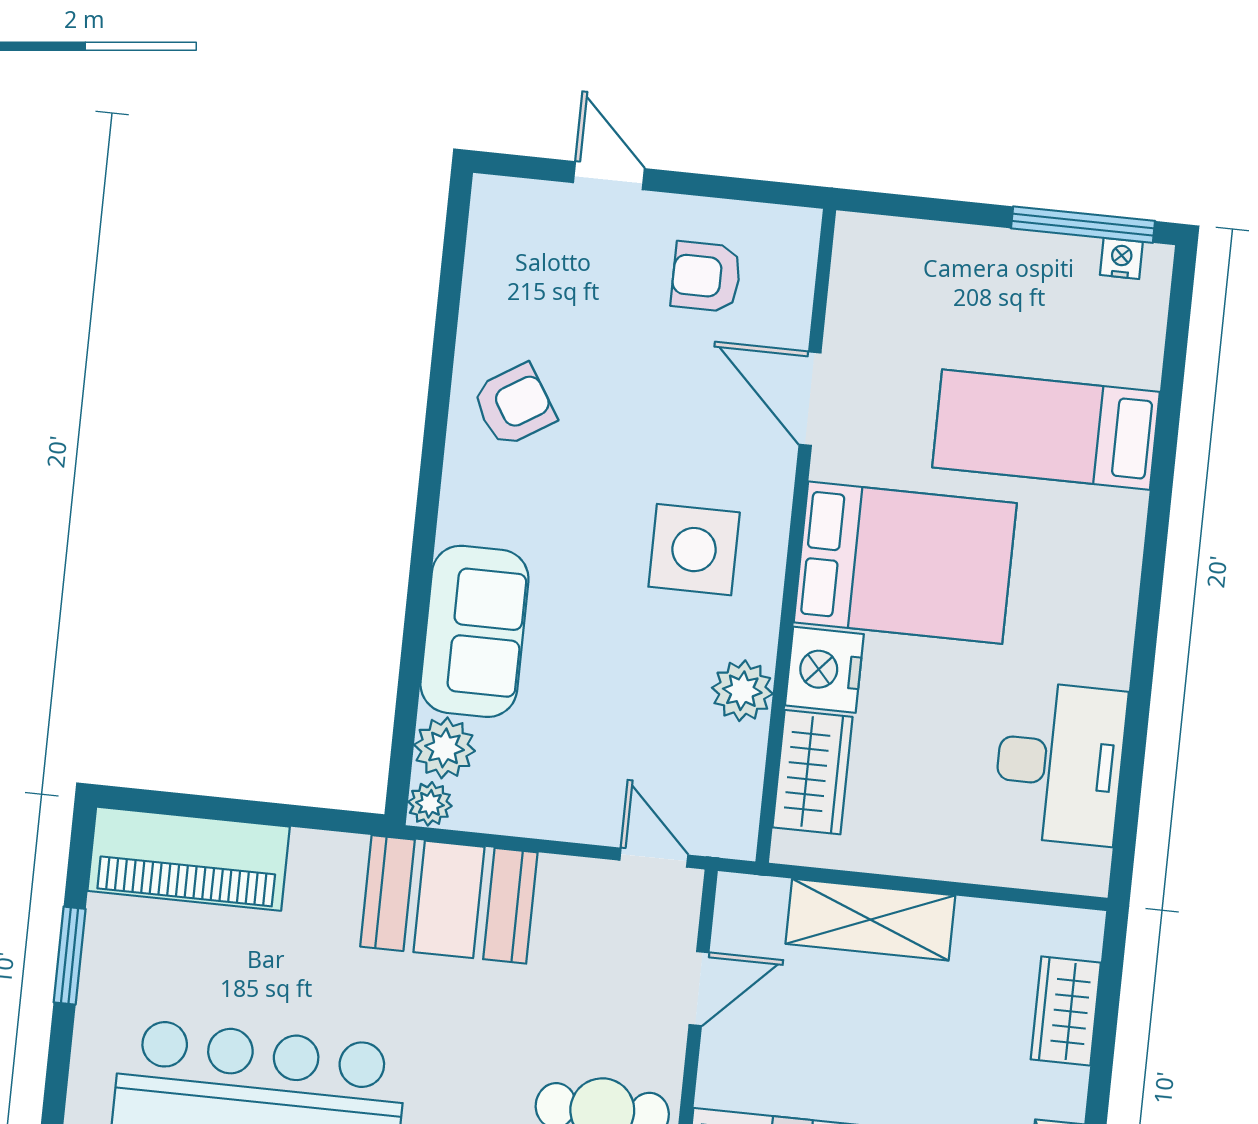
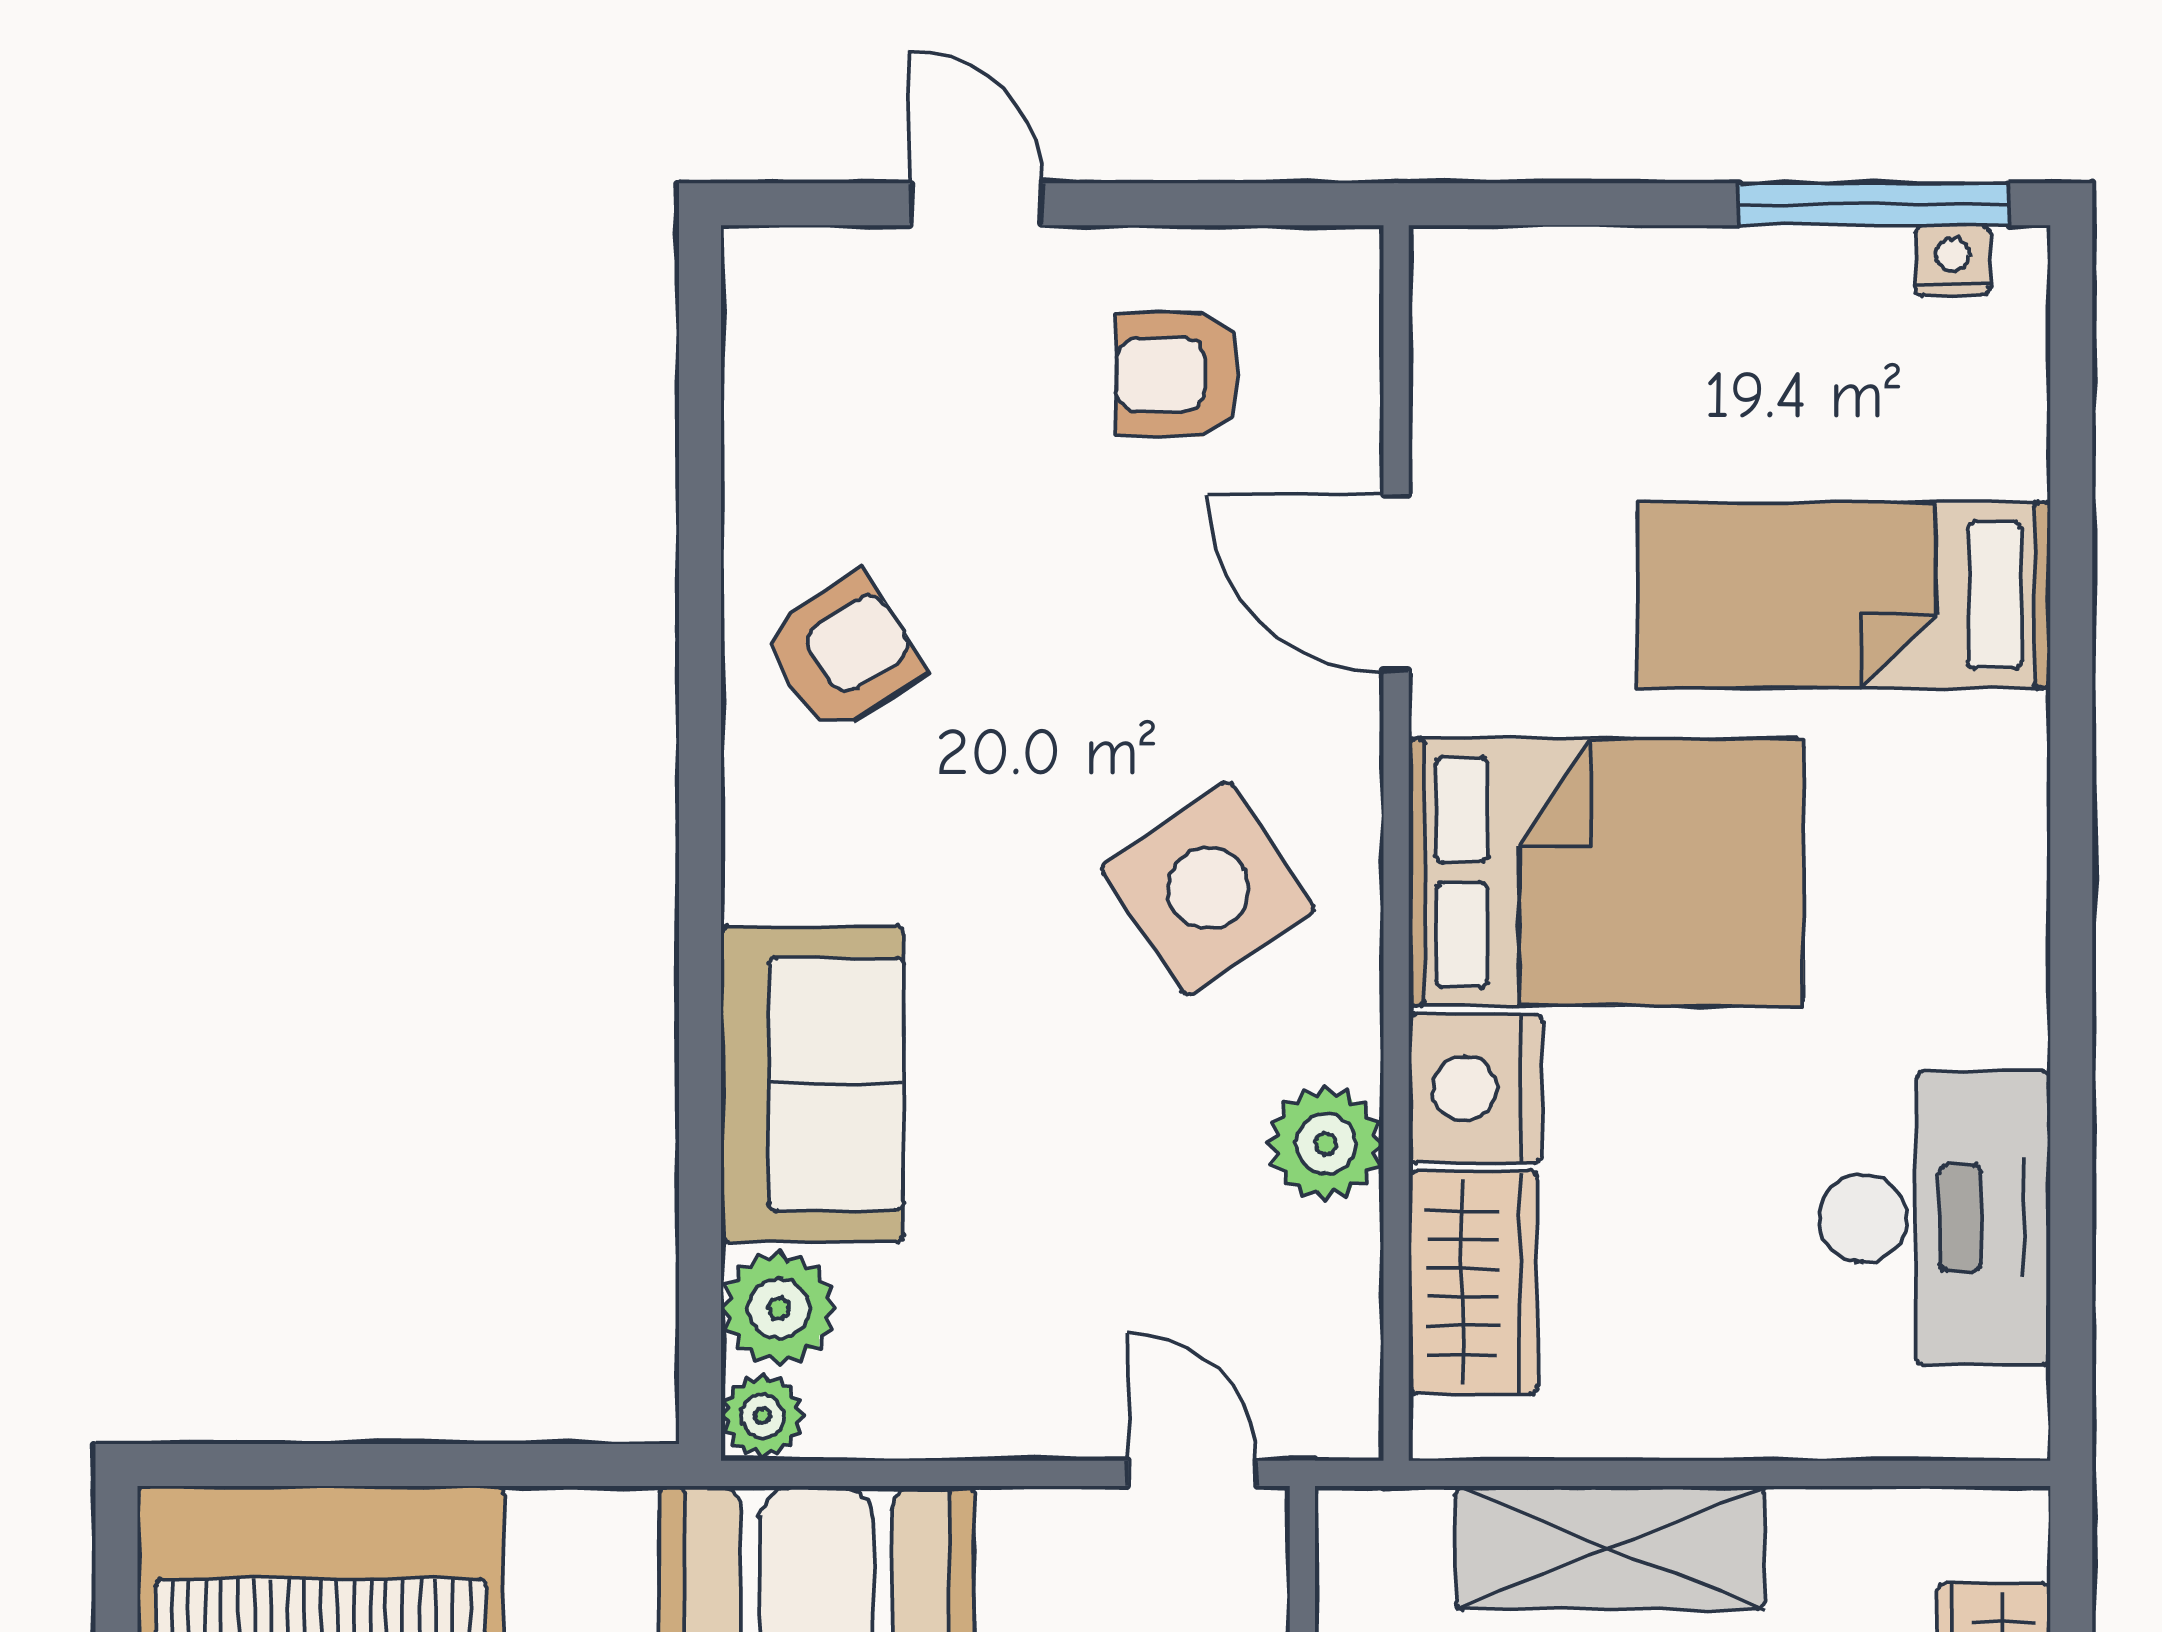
side table: (694, 550) -> (1208, 888), turned -34

